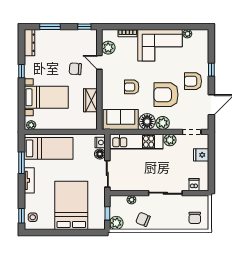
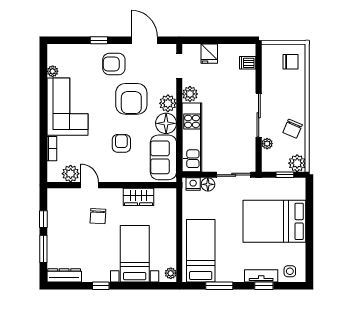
window: (84, 27) -> (43, 219), moved
door: (99, 62) -> (90, 185), swing flipped
armchair: (193, 81) -> (114, 64), turned 90
armchair: (132, 87) -> (121, 143), turned 180
tv unit: (29, 180) -> (261, 276), moved
sliding door: (165, 193) -> (259, 115), moved
window: (21, 216) -> (264, 286), moved

